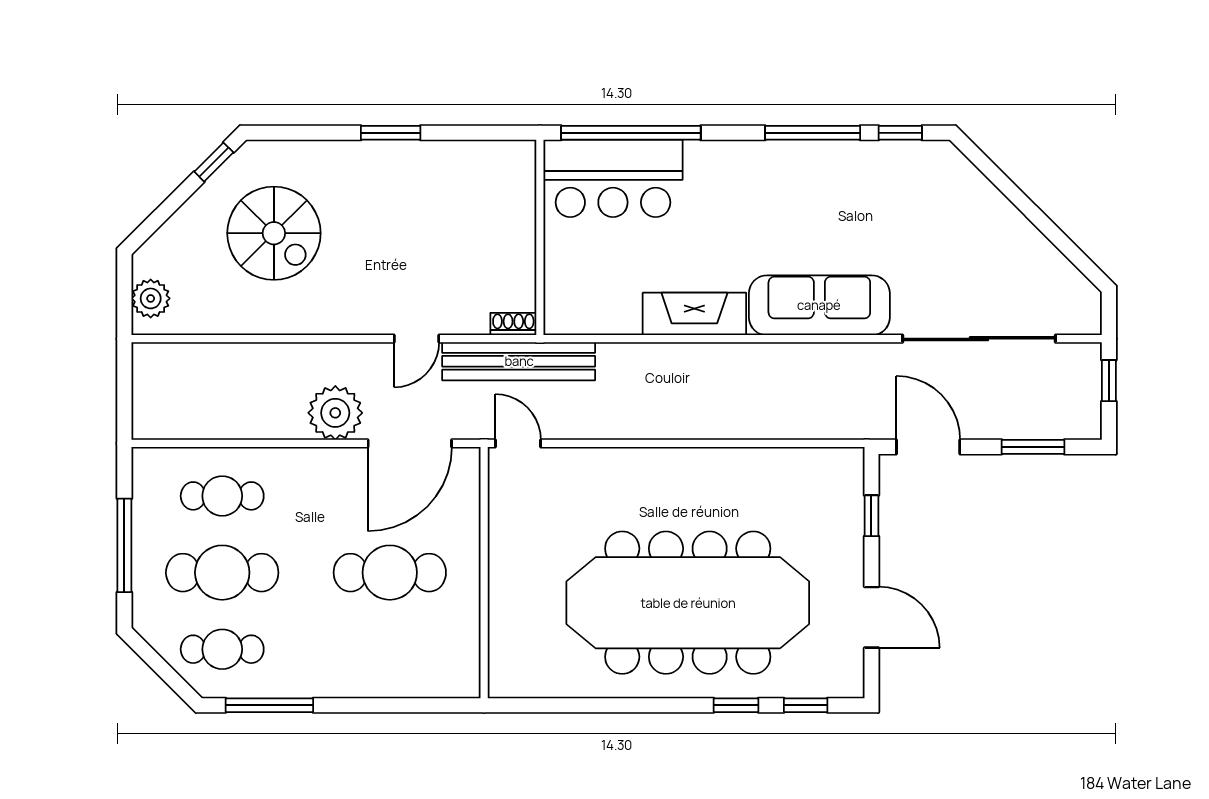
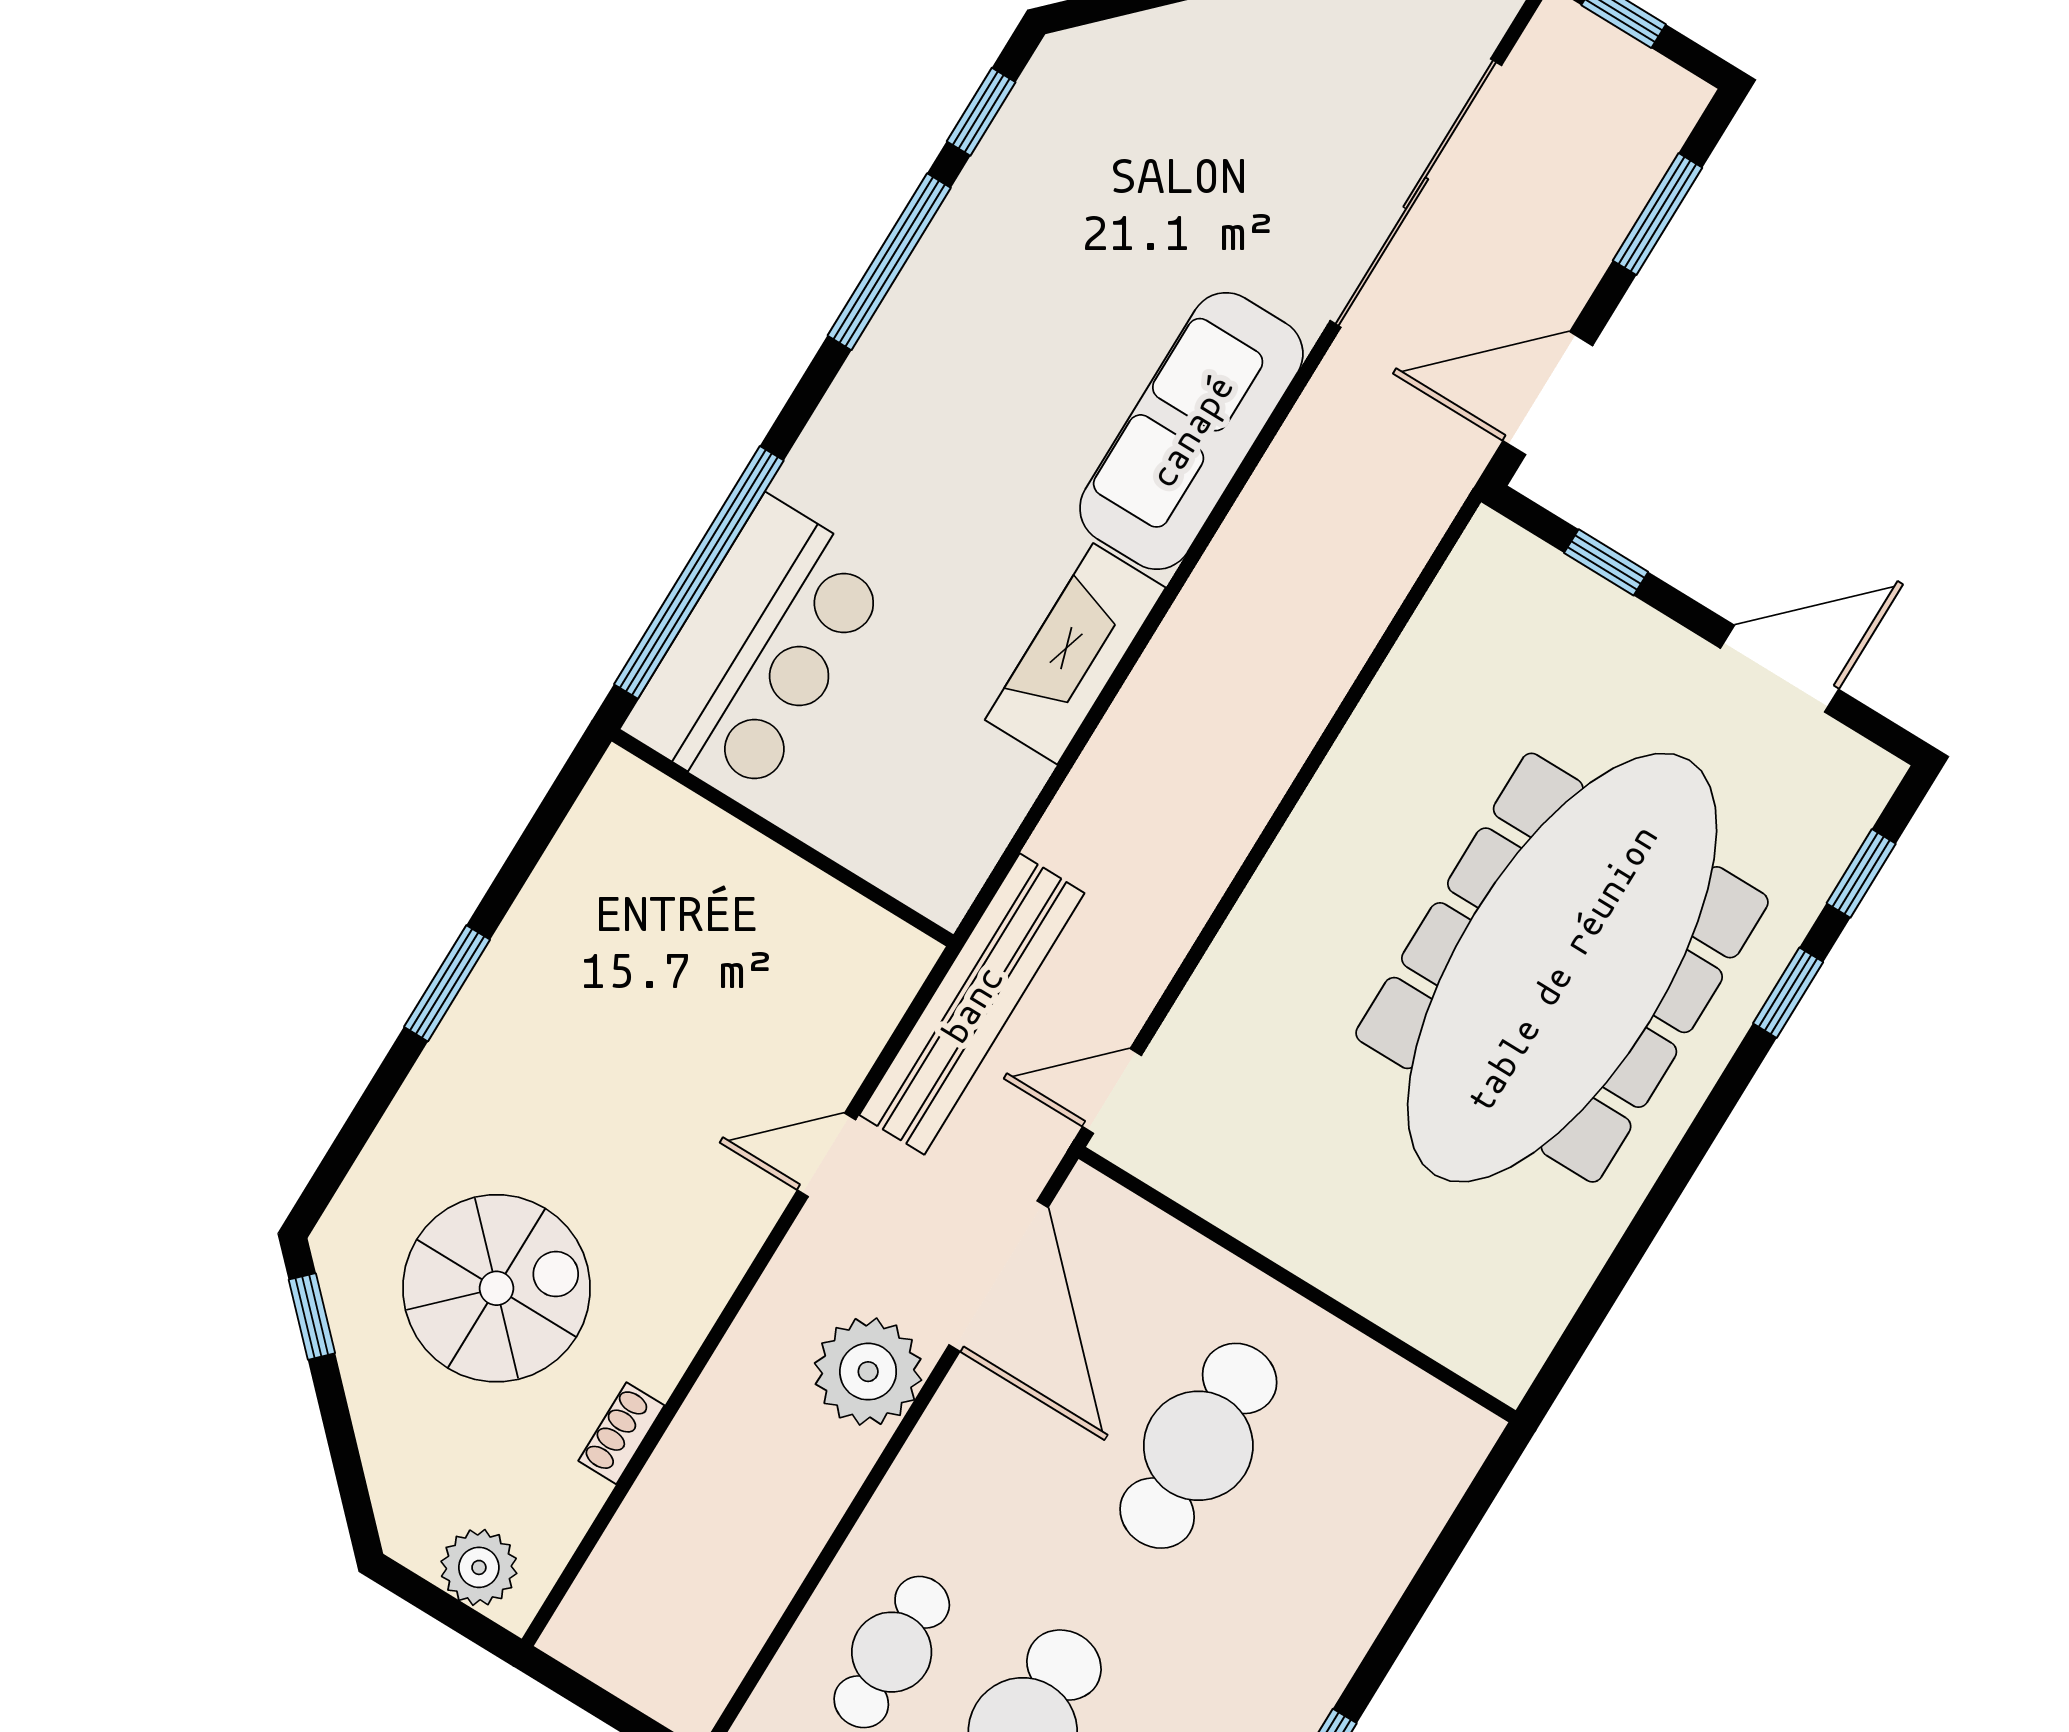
shoe rack: (513, 324) -> (621, 1433), moved
door: (417, 339) -> (826, 1155), swing flipped

